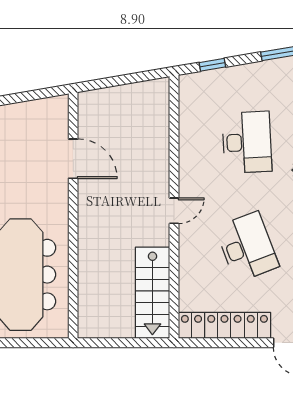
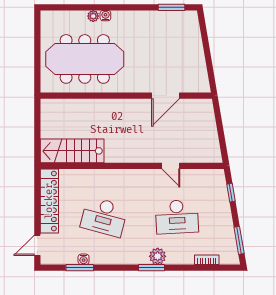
door: (174, 211) -> (171, 166), moved
desk: (247, 247) -> (104, 217), turned 36

